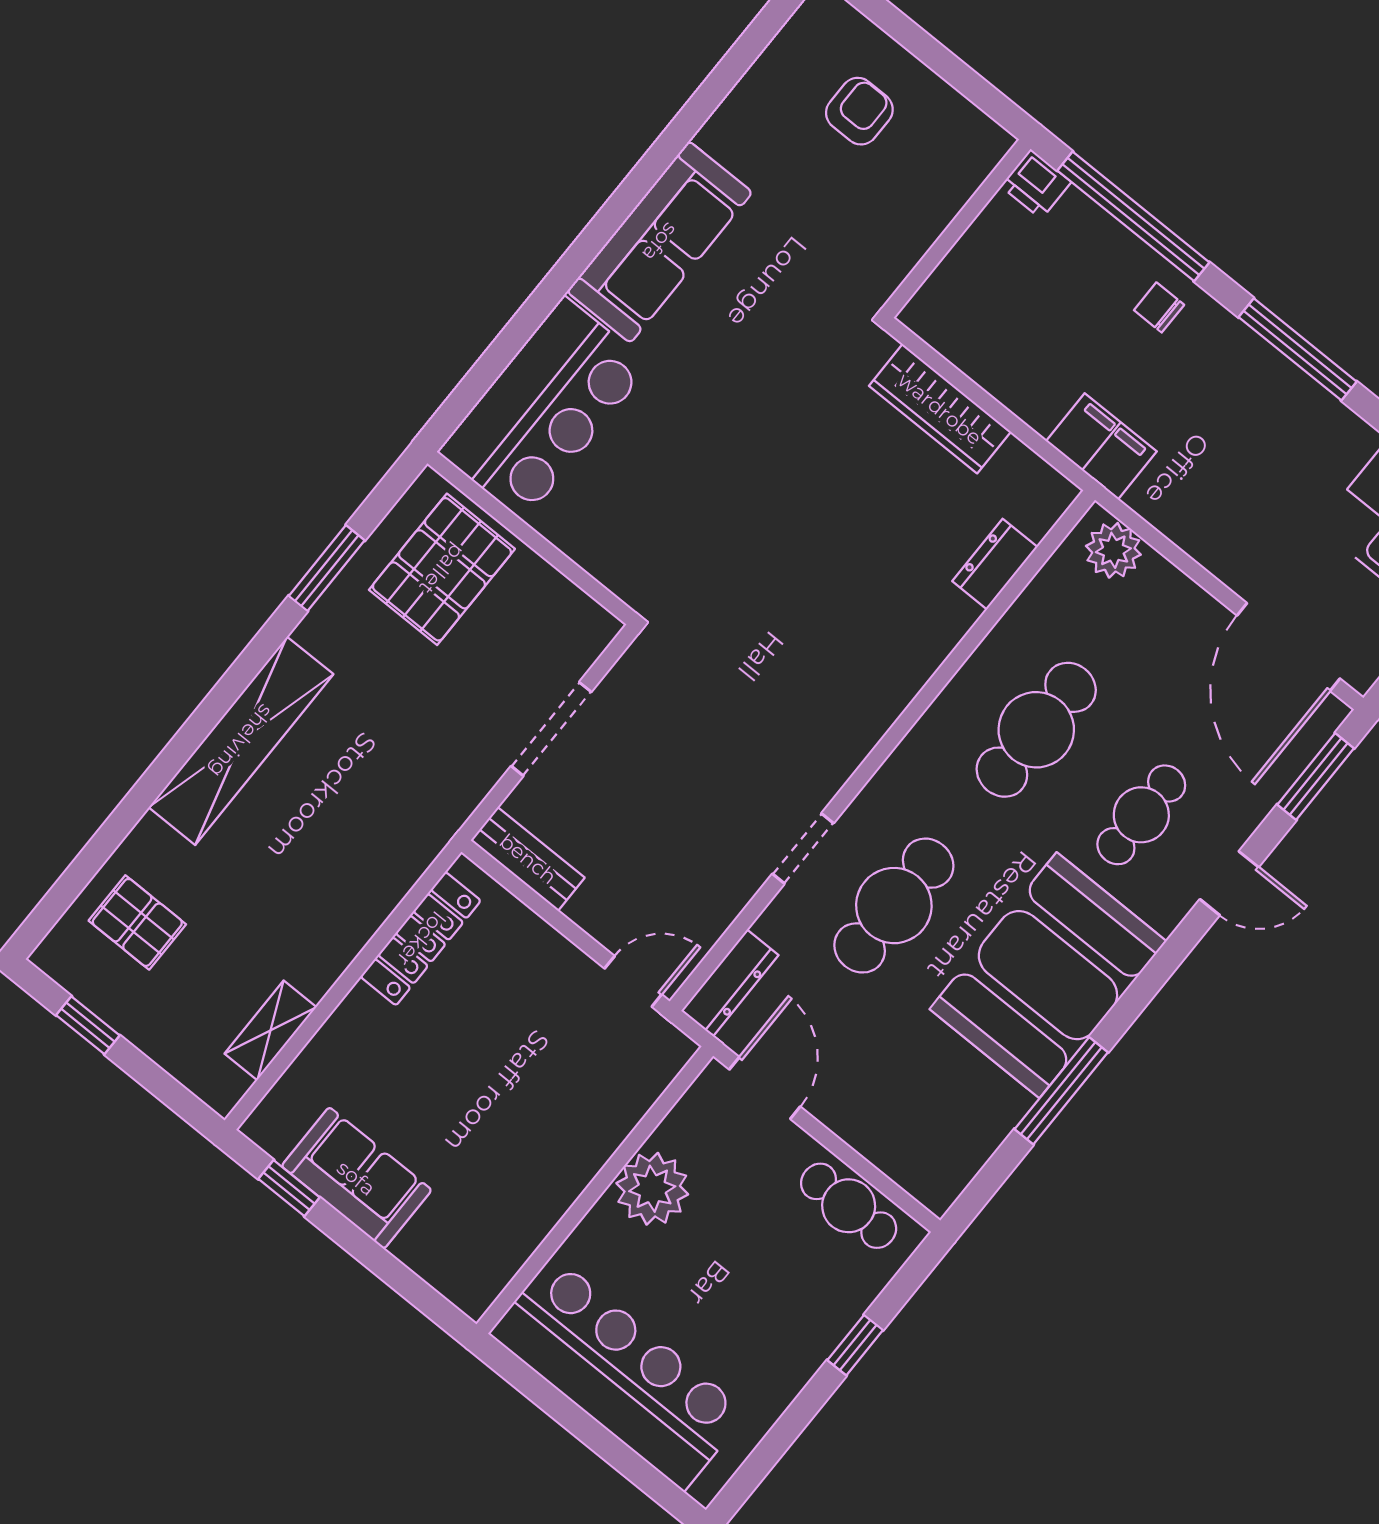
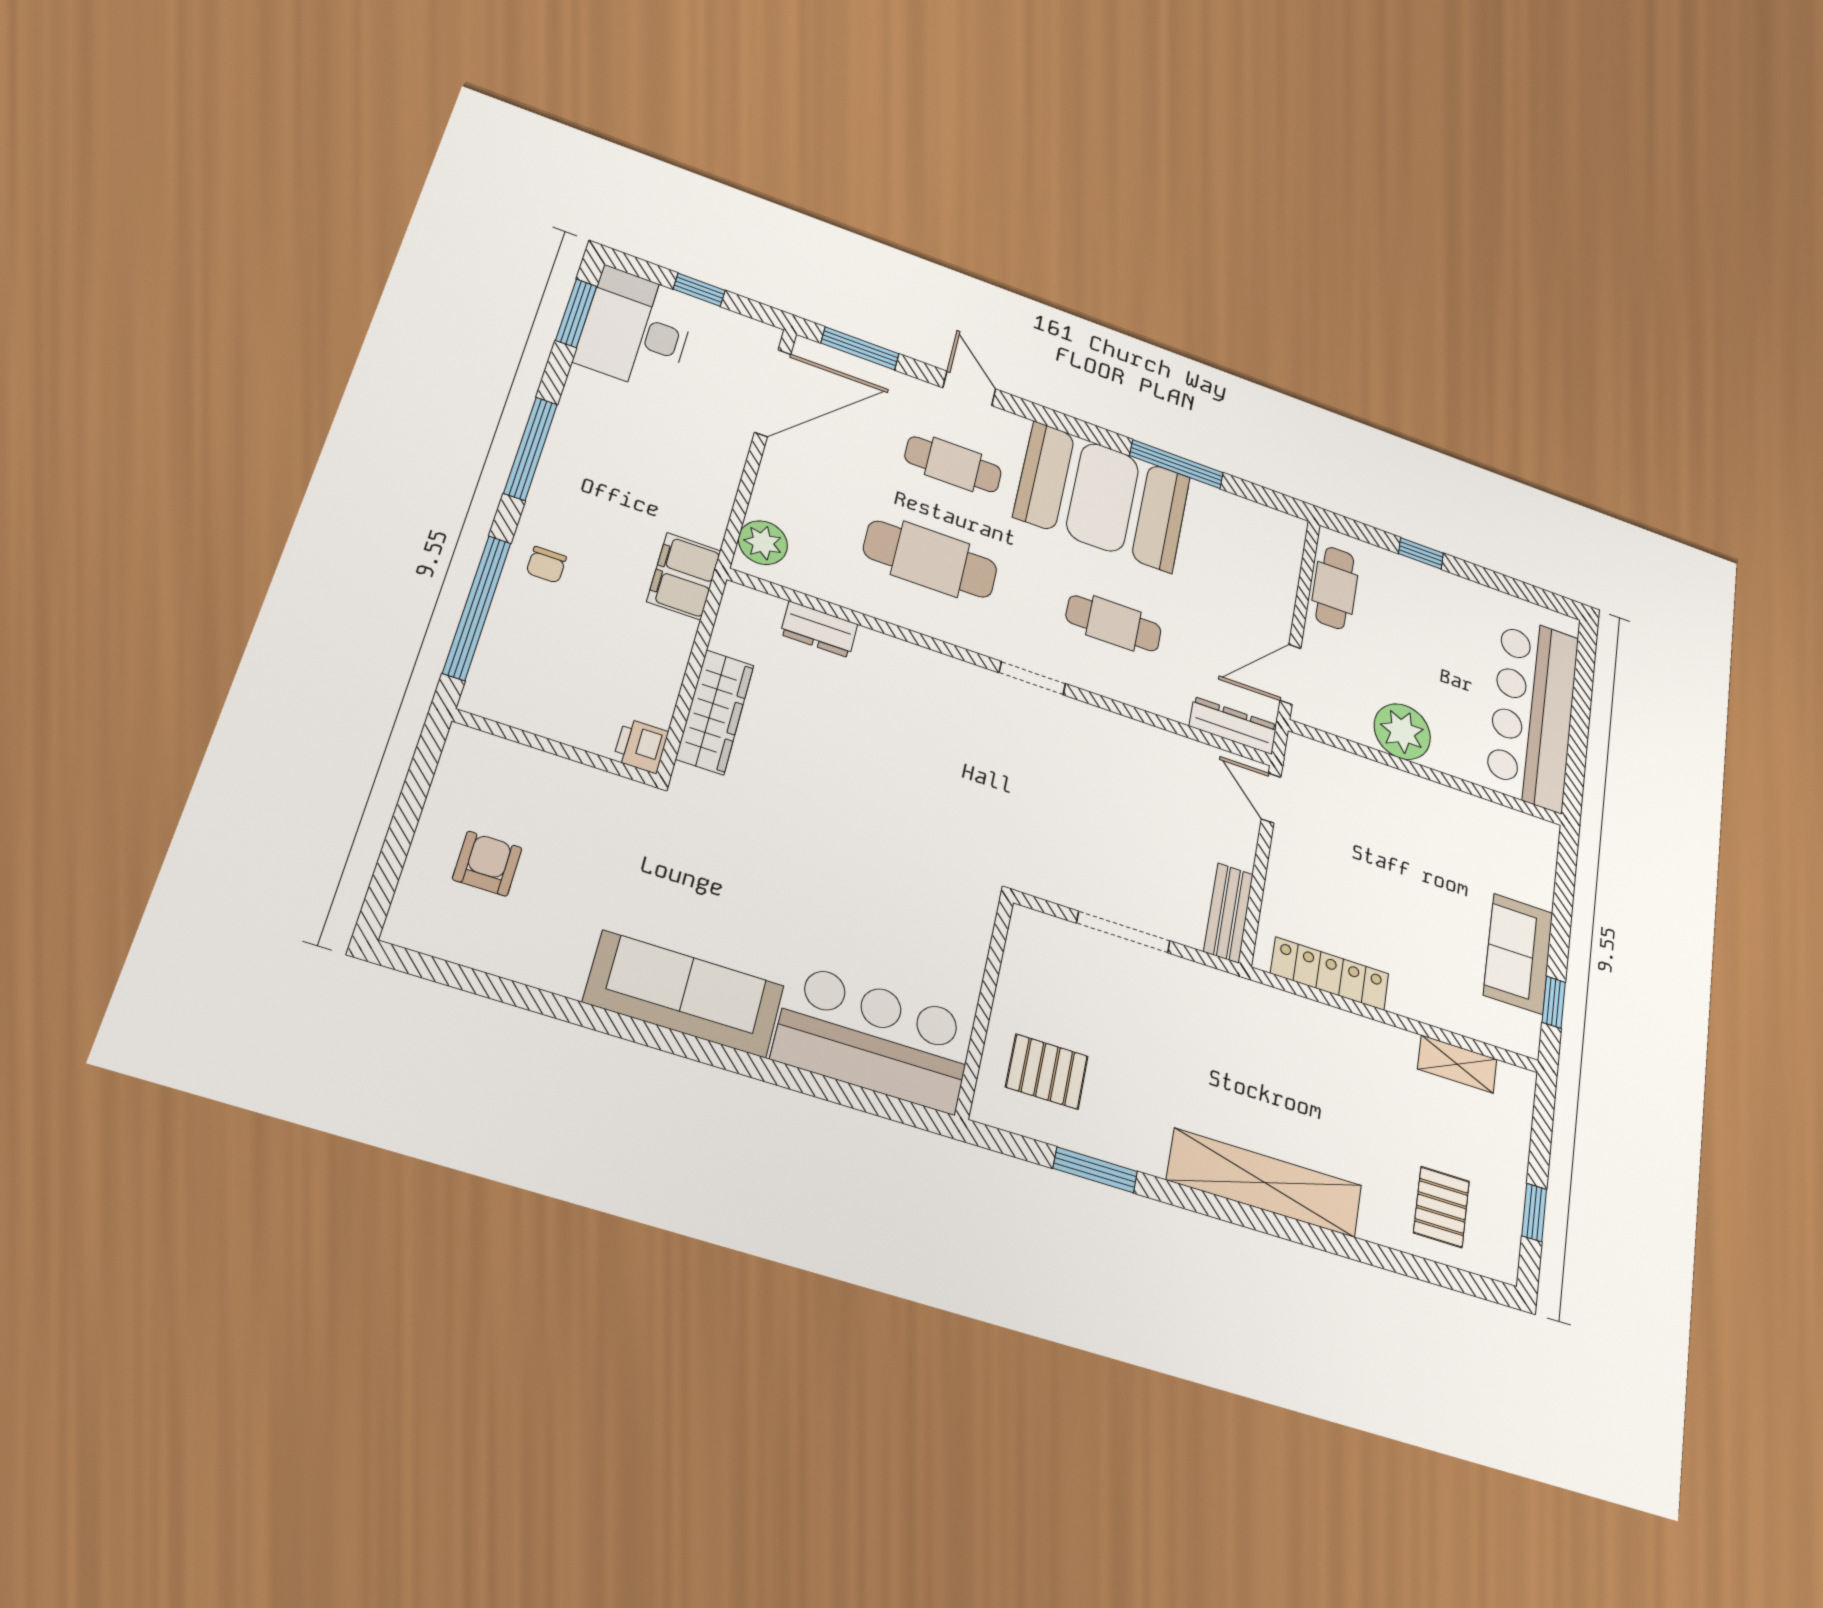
armchair: (859, 111) -> (487, 864), turned 90
printer: (1036, 184) -> (641, 746), moved, turned 180
pallet: (442, 569) -> (1047, 1072), width x0.67, depth x0.71
doorway: (803, 849) -> (1032, 678), moved
cafe table: (894, 906) -> (1114, 623), width x0.73, depth x0.74

